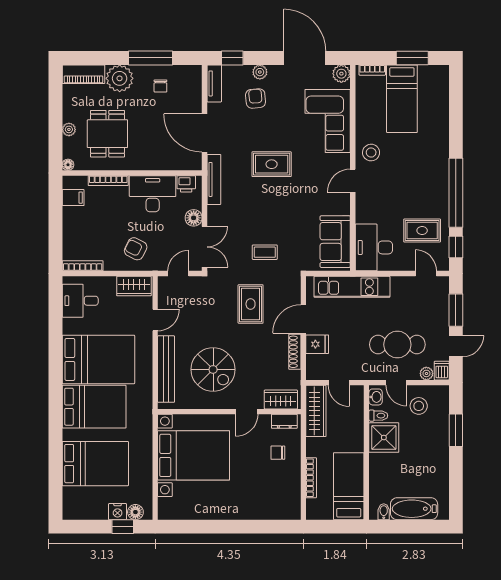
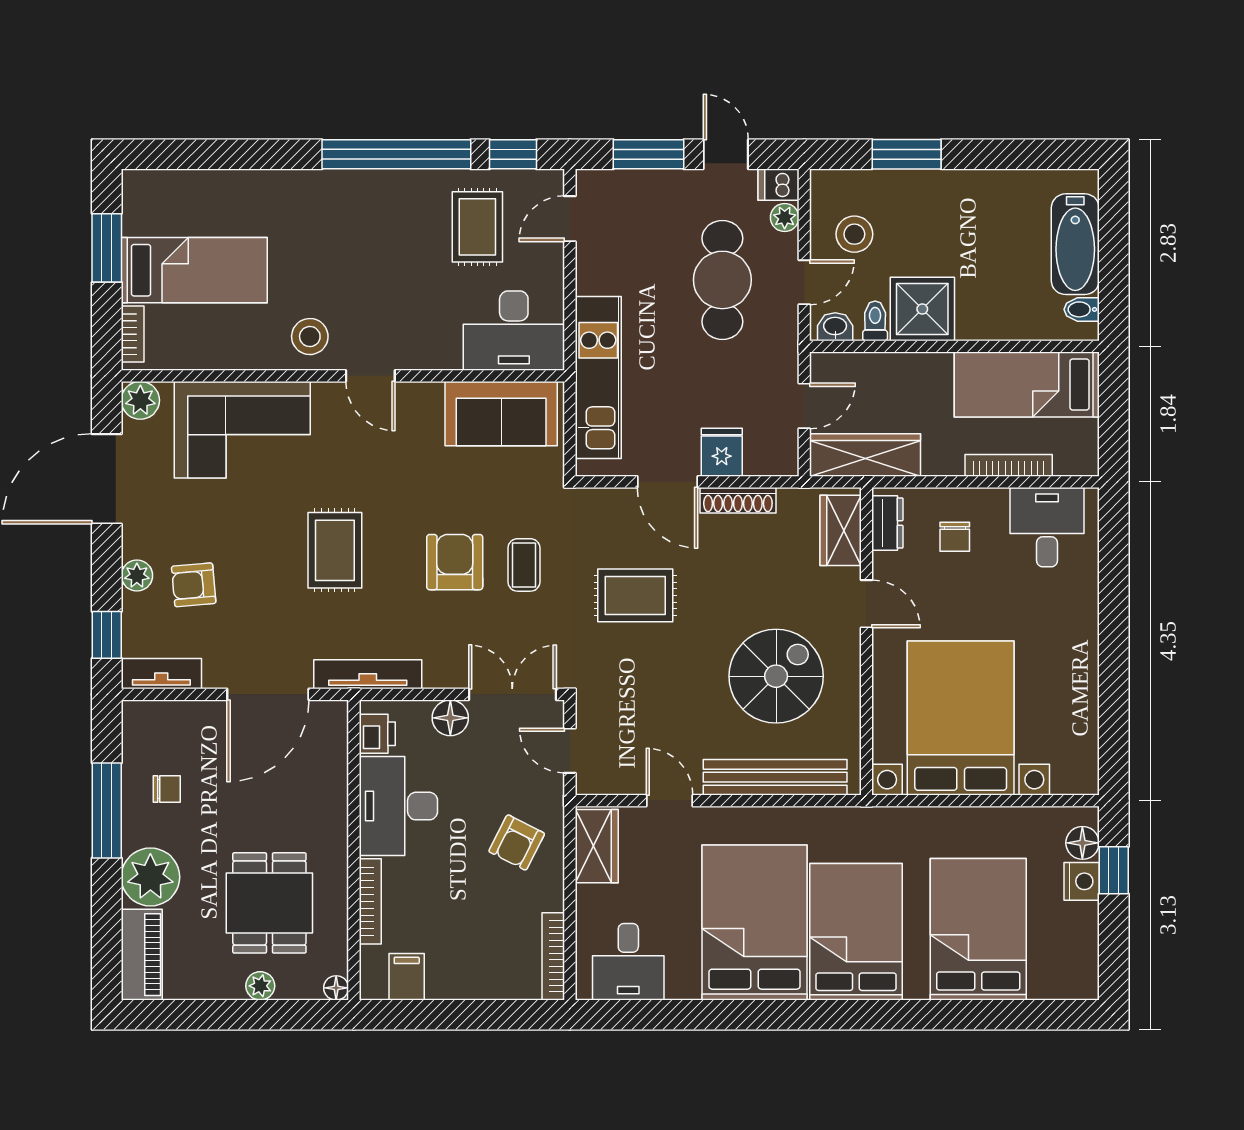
dining table: (107, 134) -> (269, 903), turned 90
armchair: (266, 220) -> (455, 562), added
desk: (282, 496) -> (1047, 527), added

